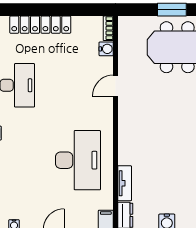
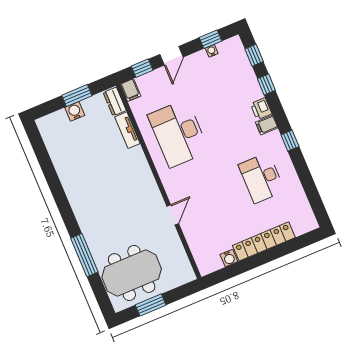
bookcase: (108, 28) -> (201, 264), removed
water cooler: (106, 49) -> (229, 258), moved, turned -90

